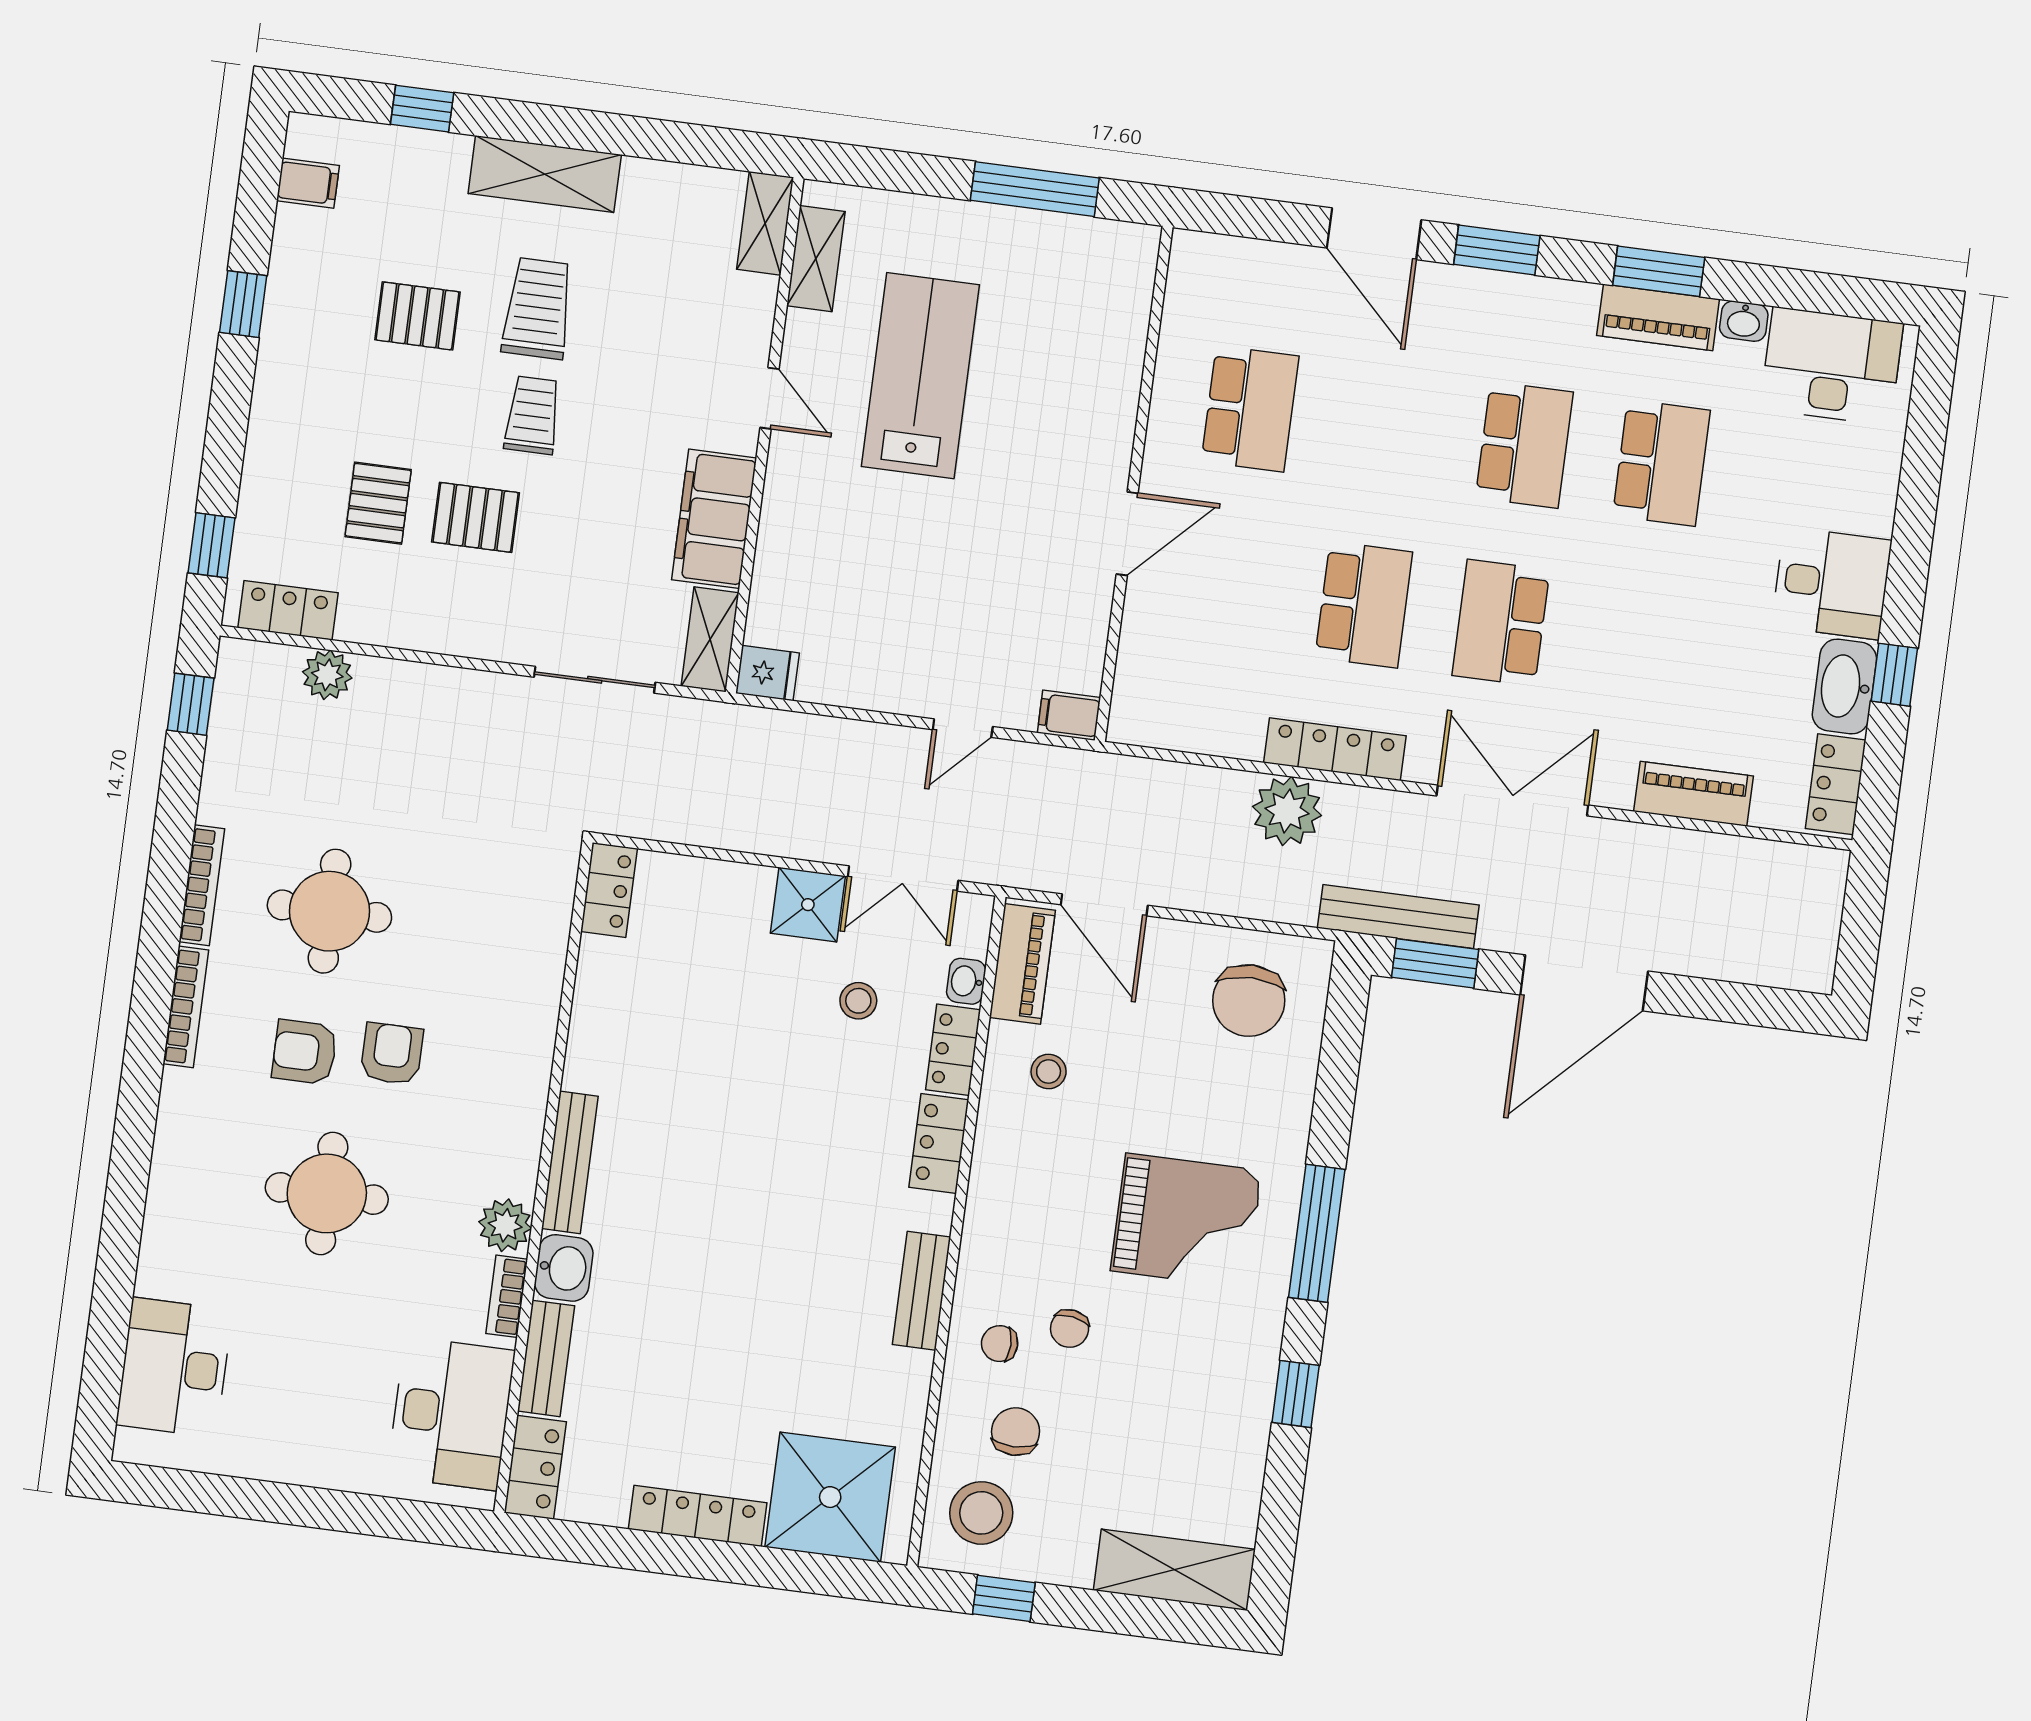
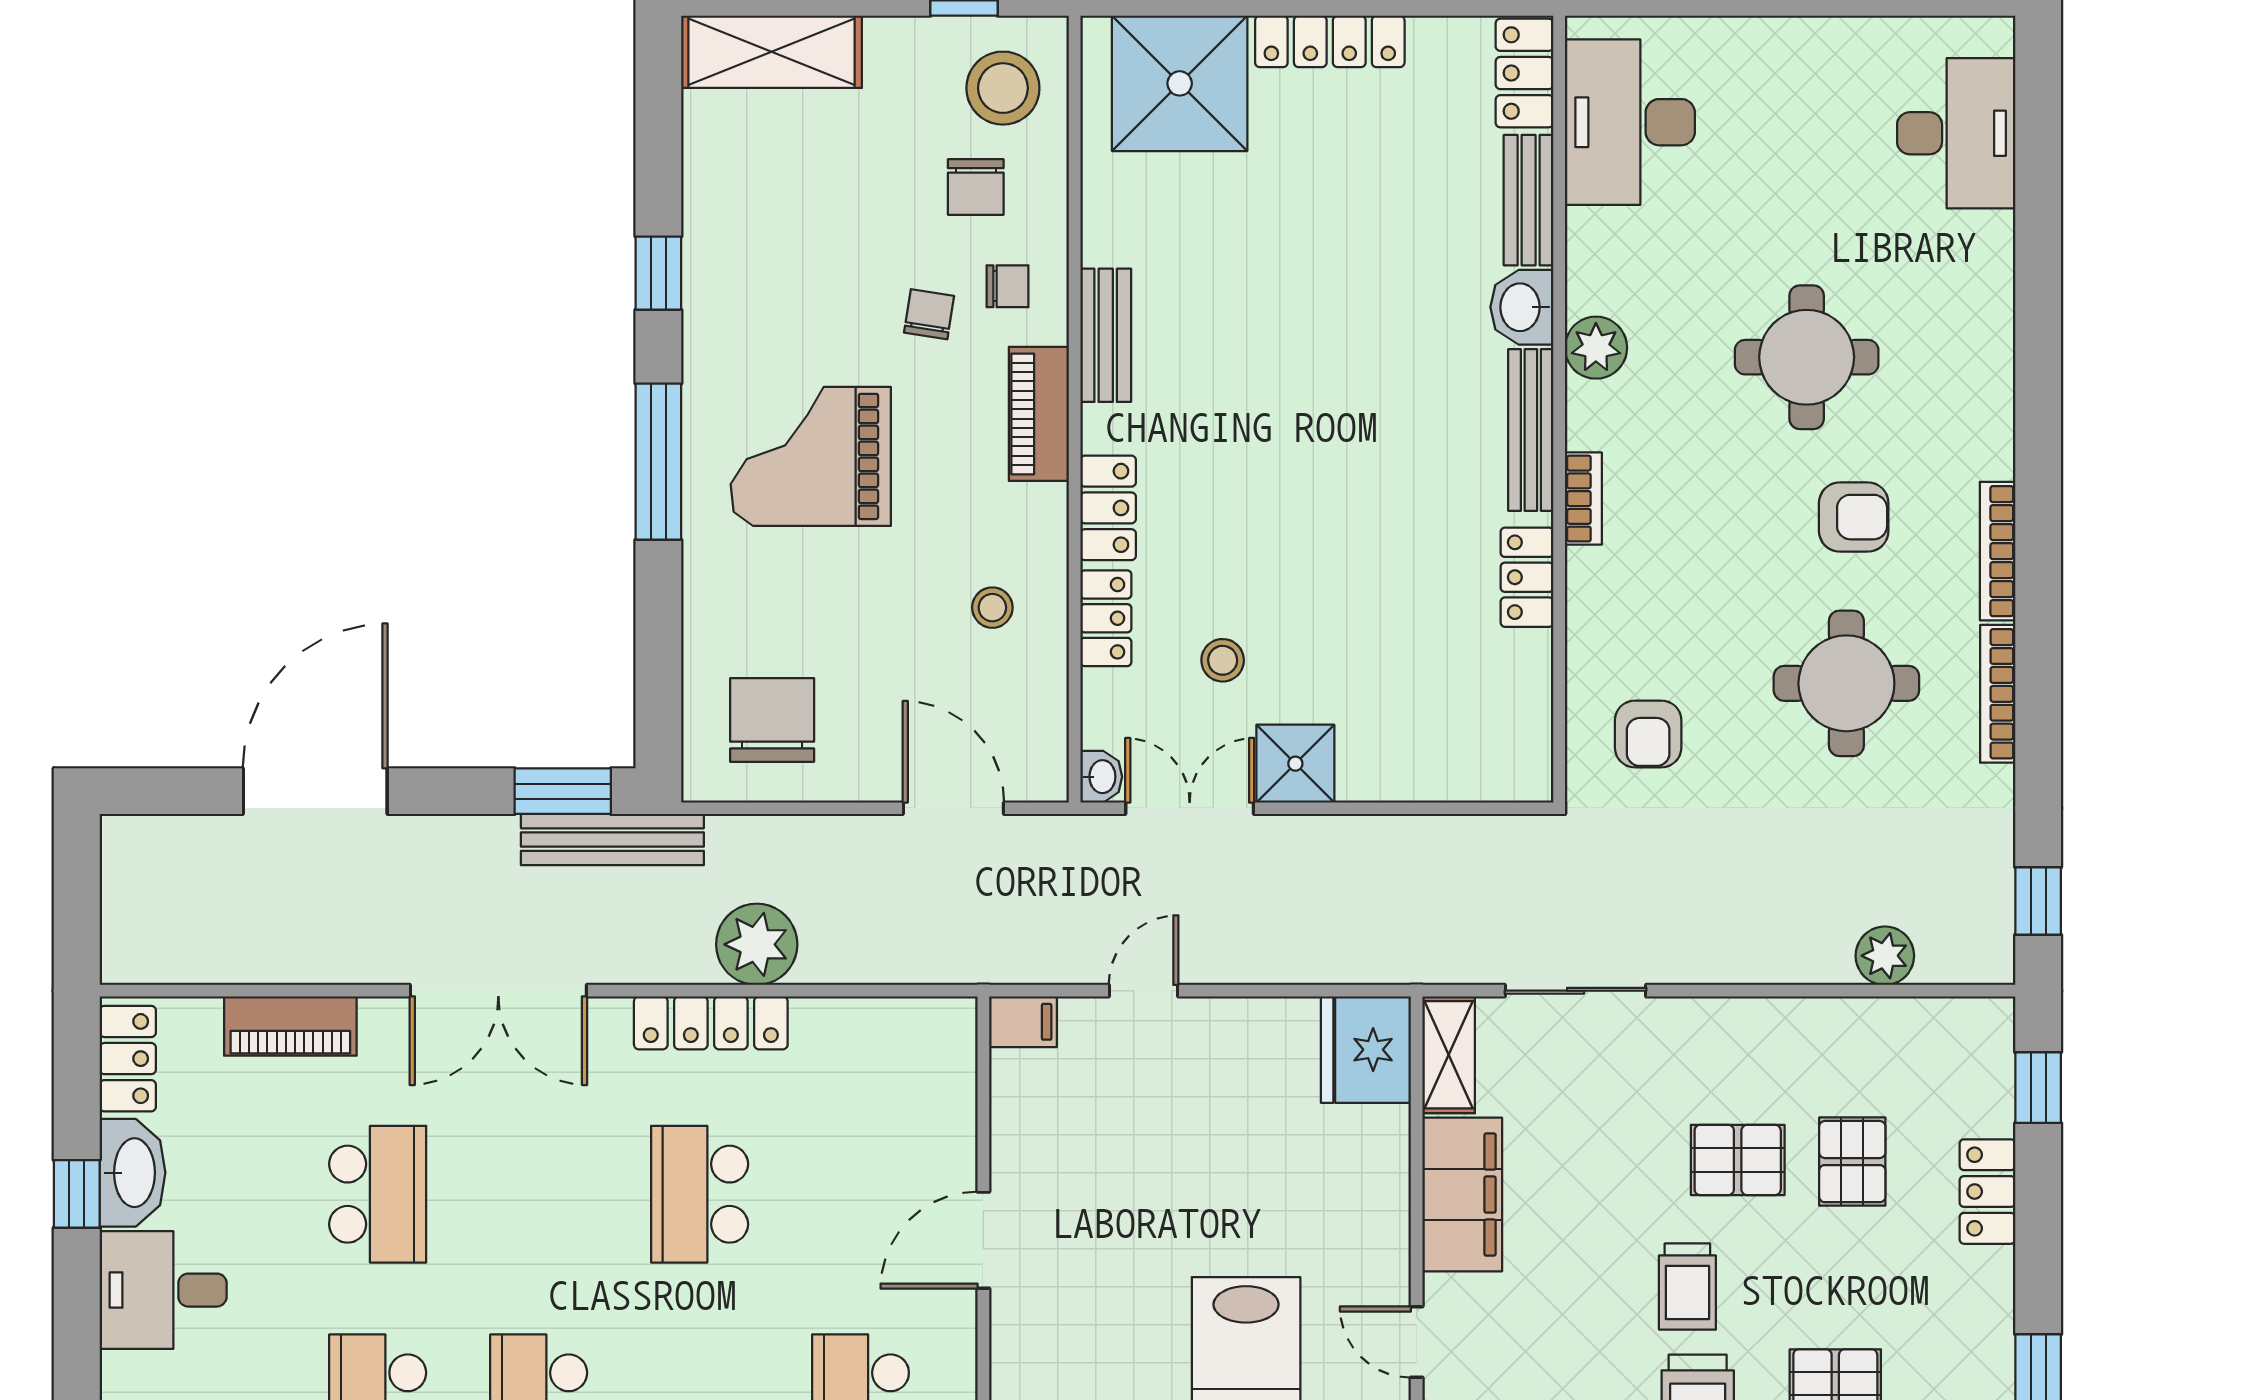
locker: (288, 610) -> (1987, 1192), moved, turned 90
school desk: (1501, 623) -> (378, 1194), moved
fridge: (767, 673) -> (1366, 1050), width x1.88, depth x1.34
locker: (609, 890) -> (1527, 577), moved
piano: (1022, 964) -> (1039, 414), moved
washbasin: (966, 981) -> (1101, 777), moved
door: (1584, 983) -> (315, 791), moved
armchair: (392, 1054) -> (1648, 734), moved
bookcase: (507, 1296) -> (1583, 499), moved

